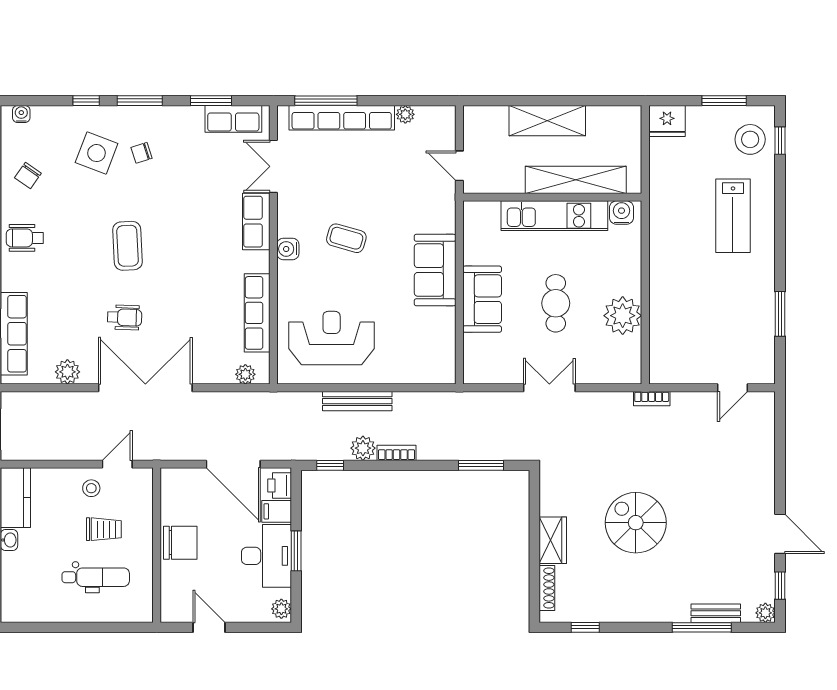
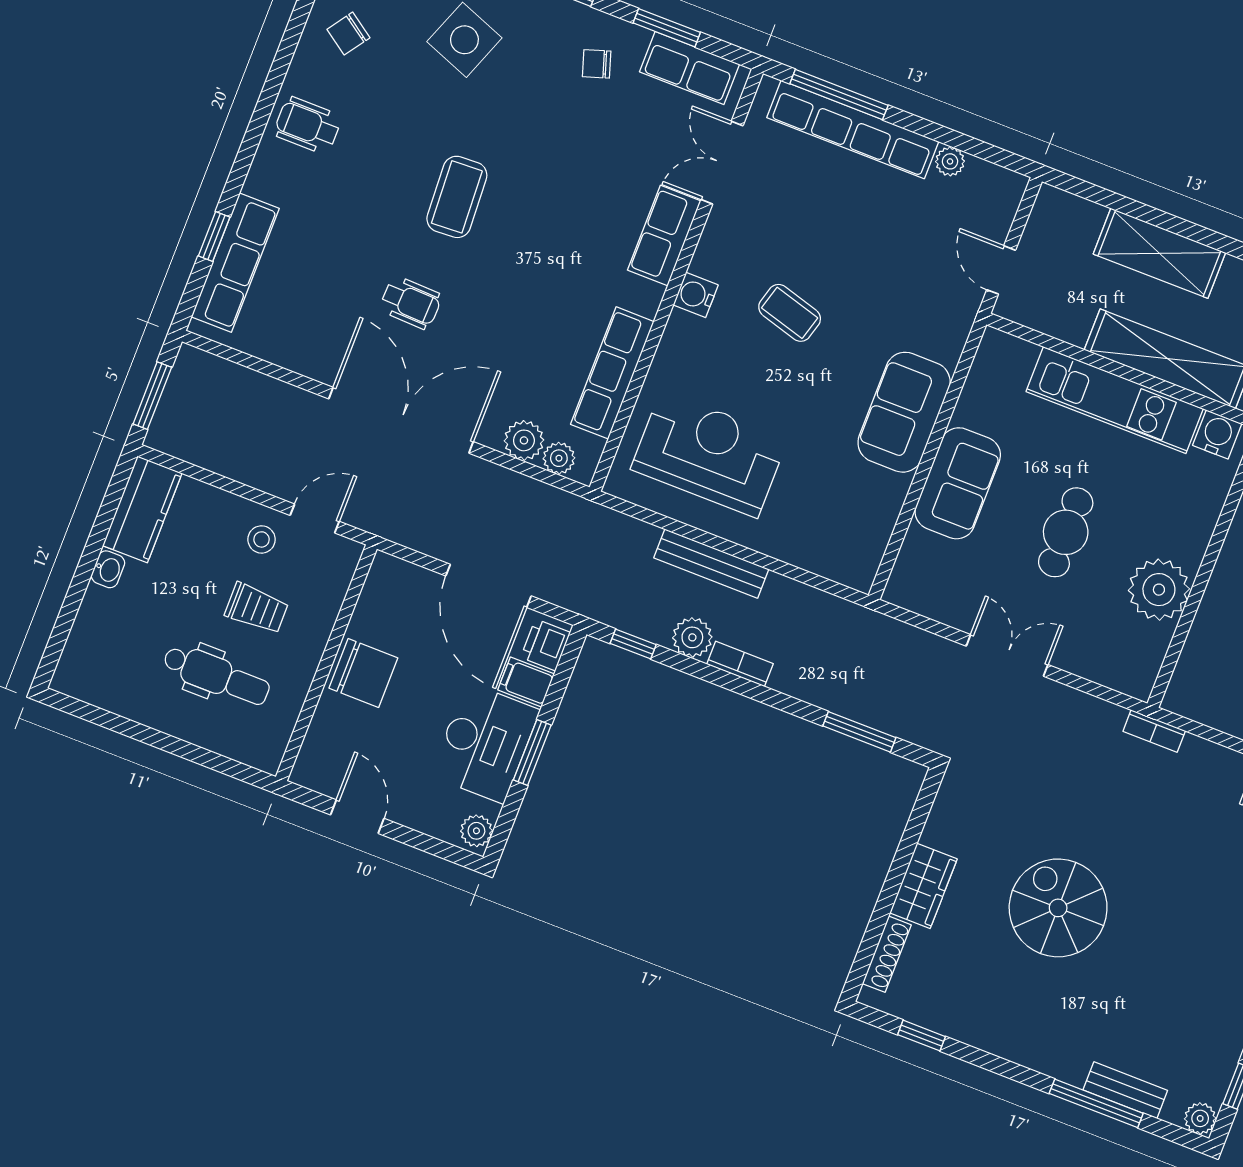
chair: (142, 153) -> (597, 64), moved
plant: (67, 372) -> (524, 440), moved

